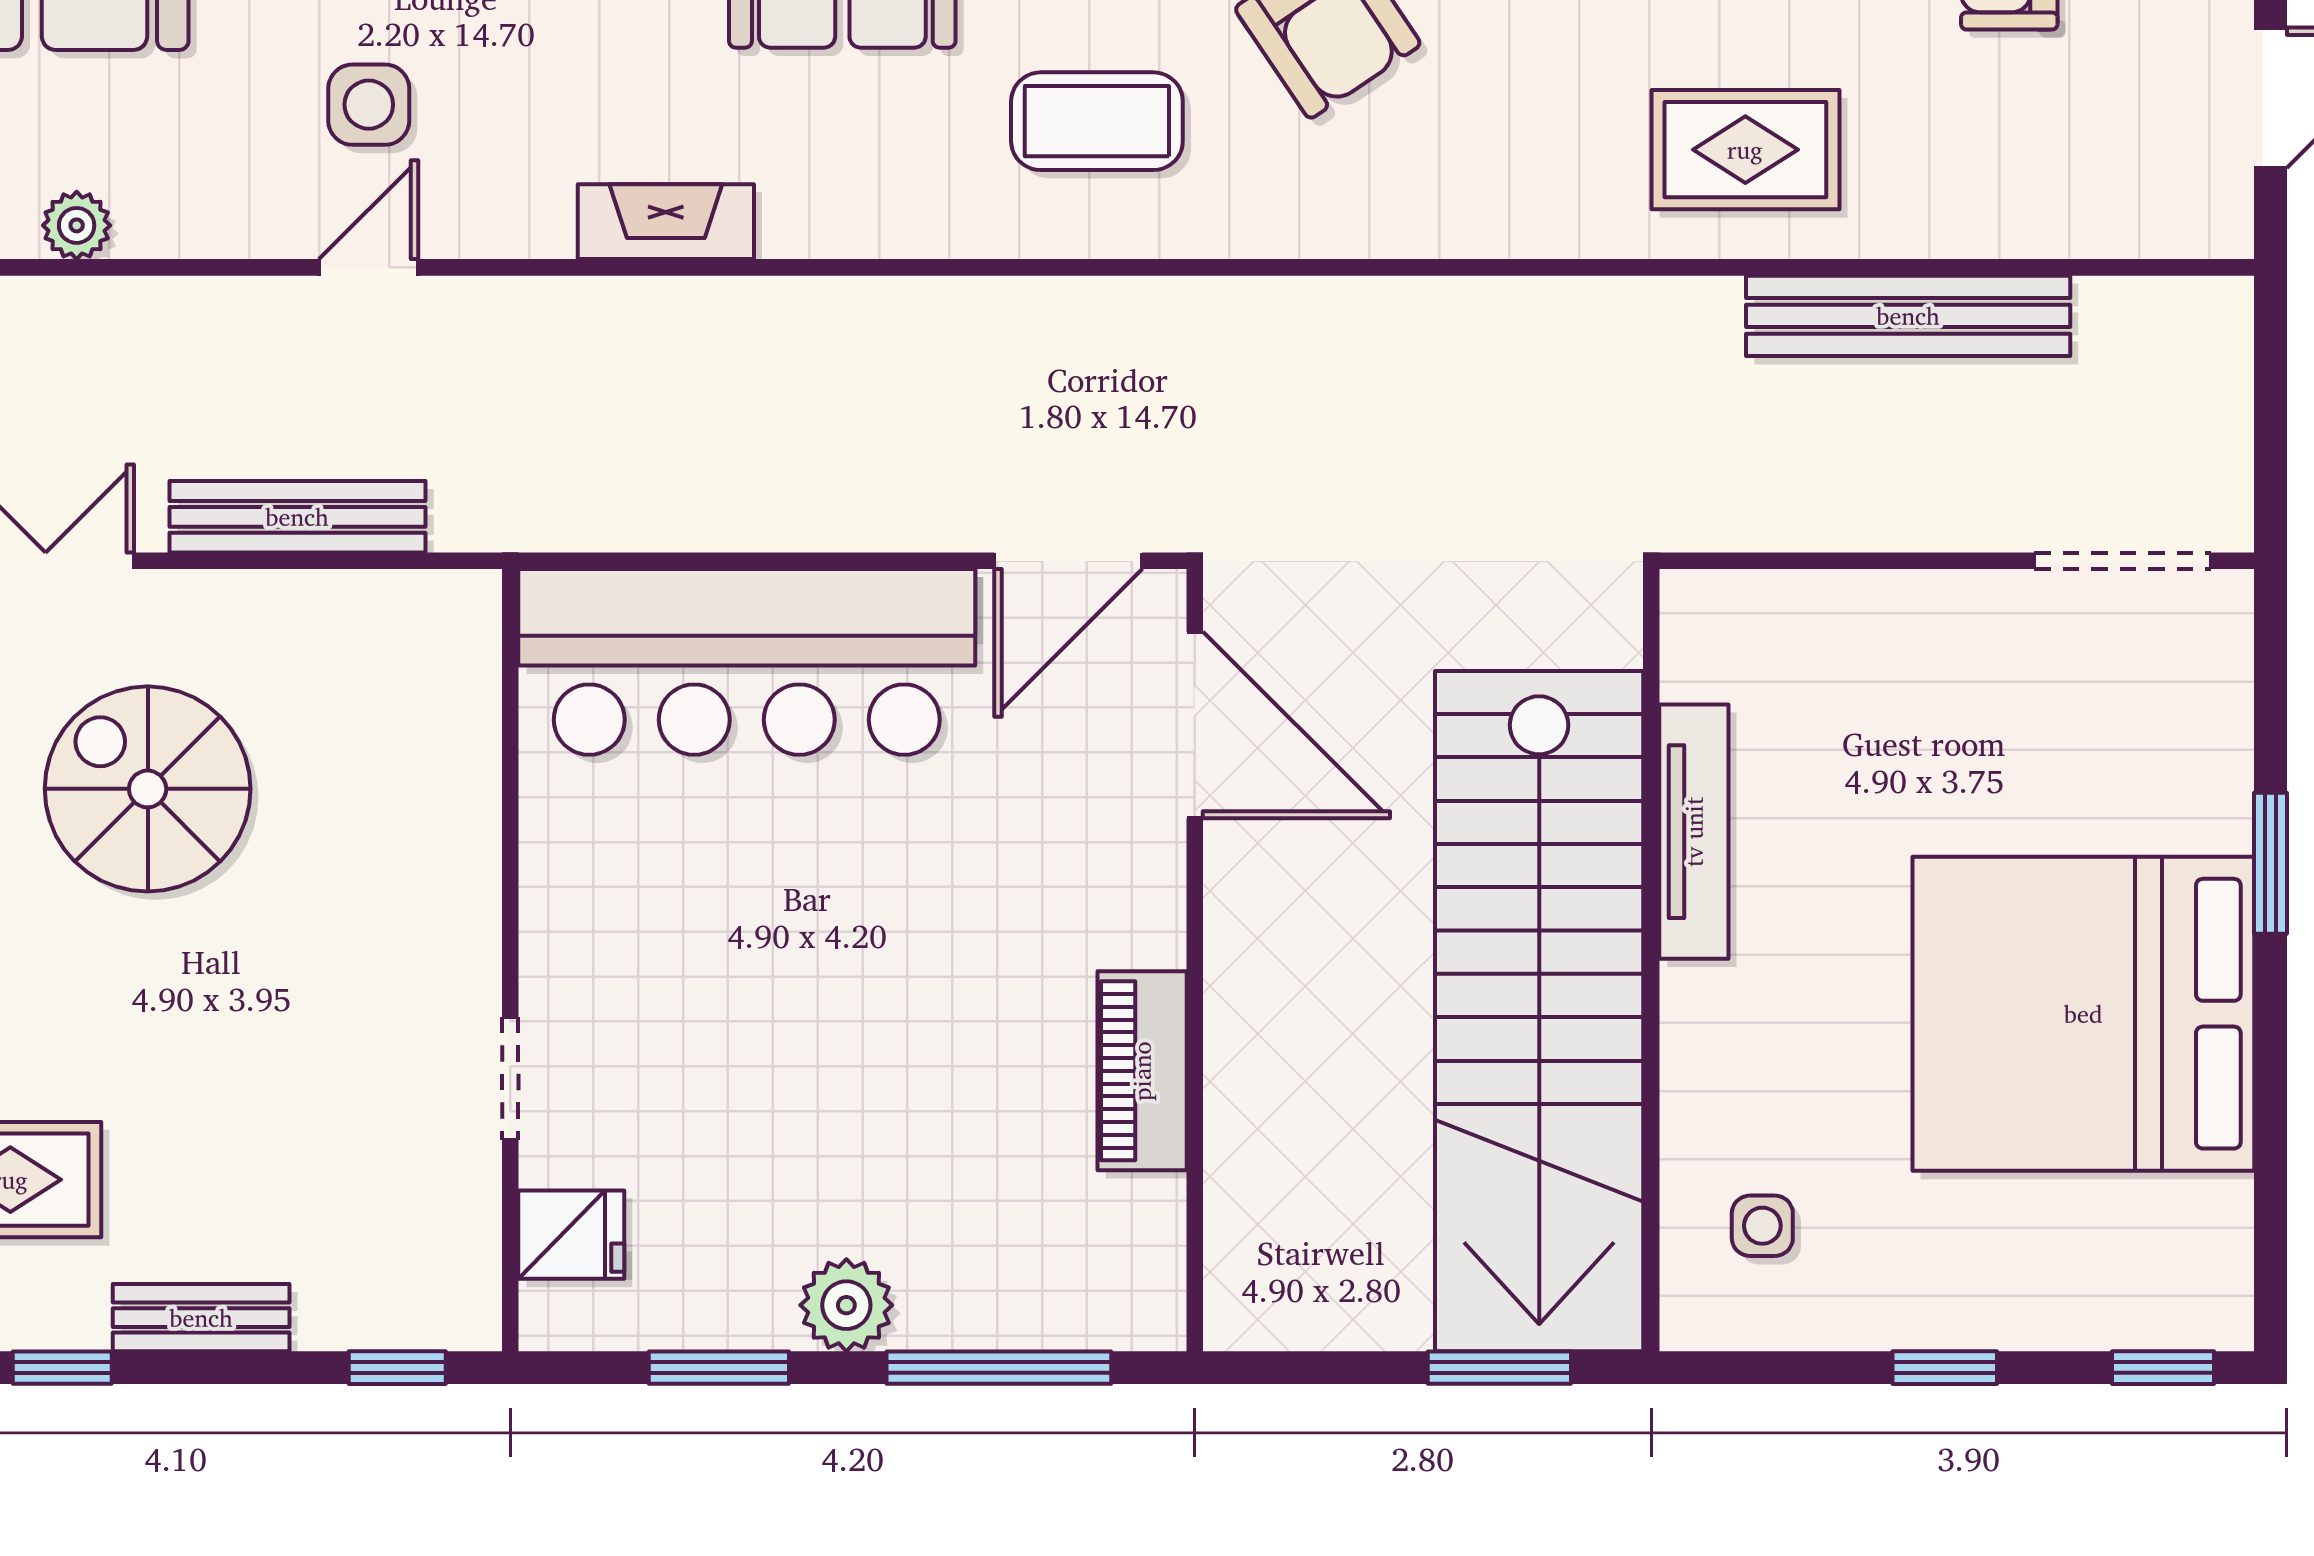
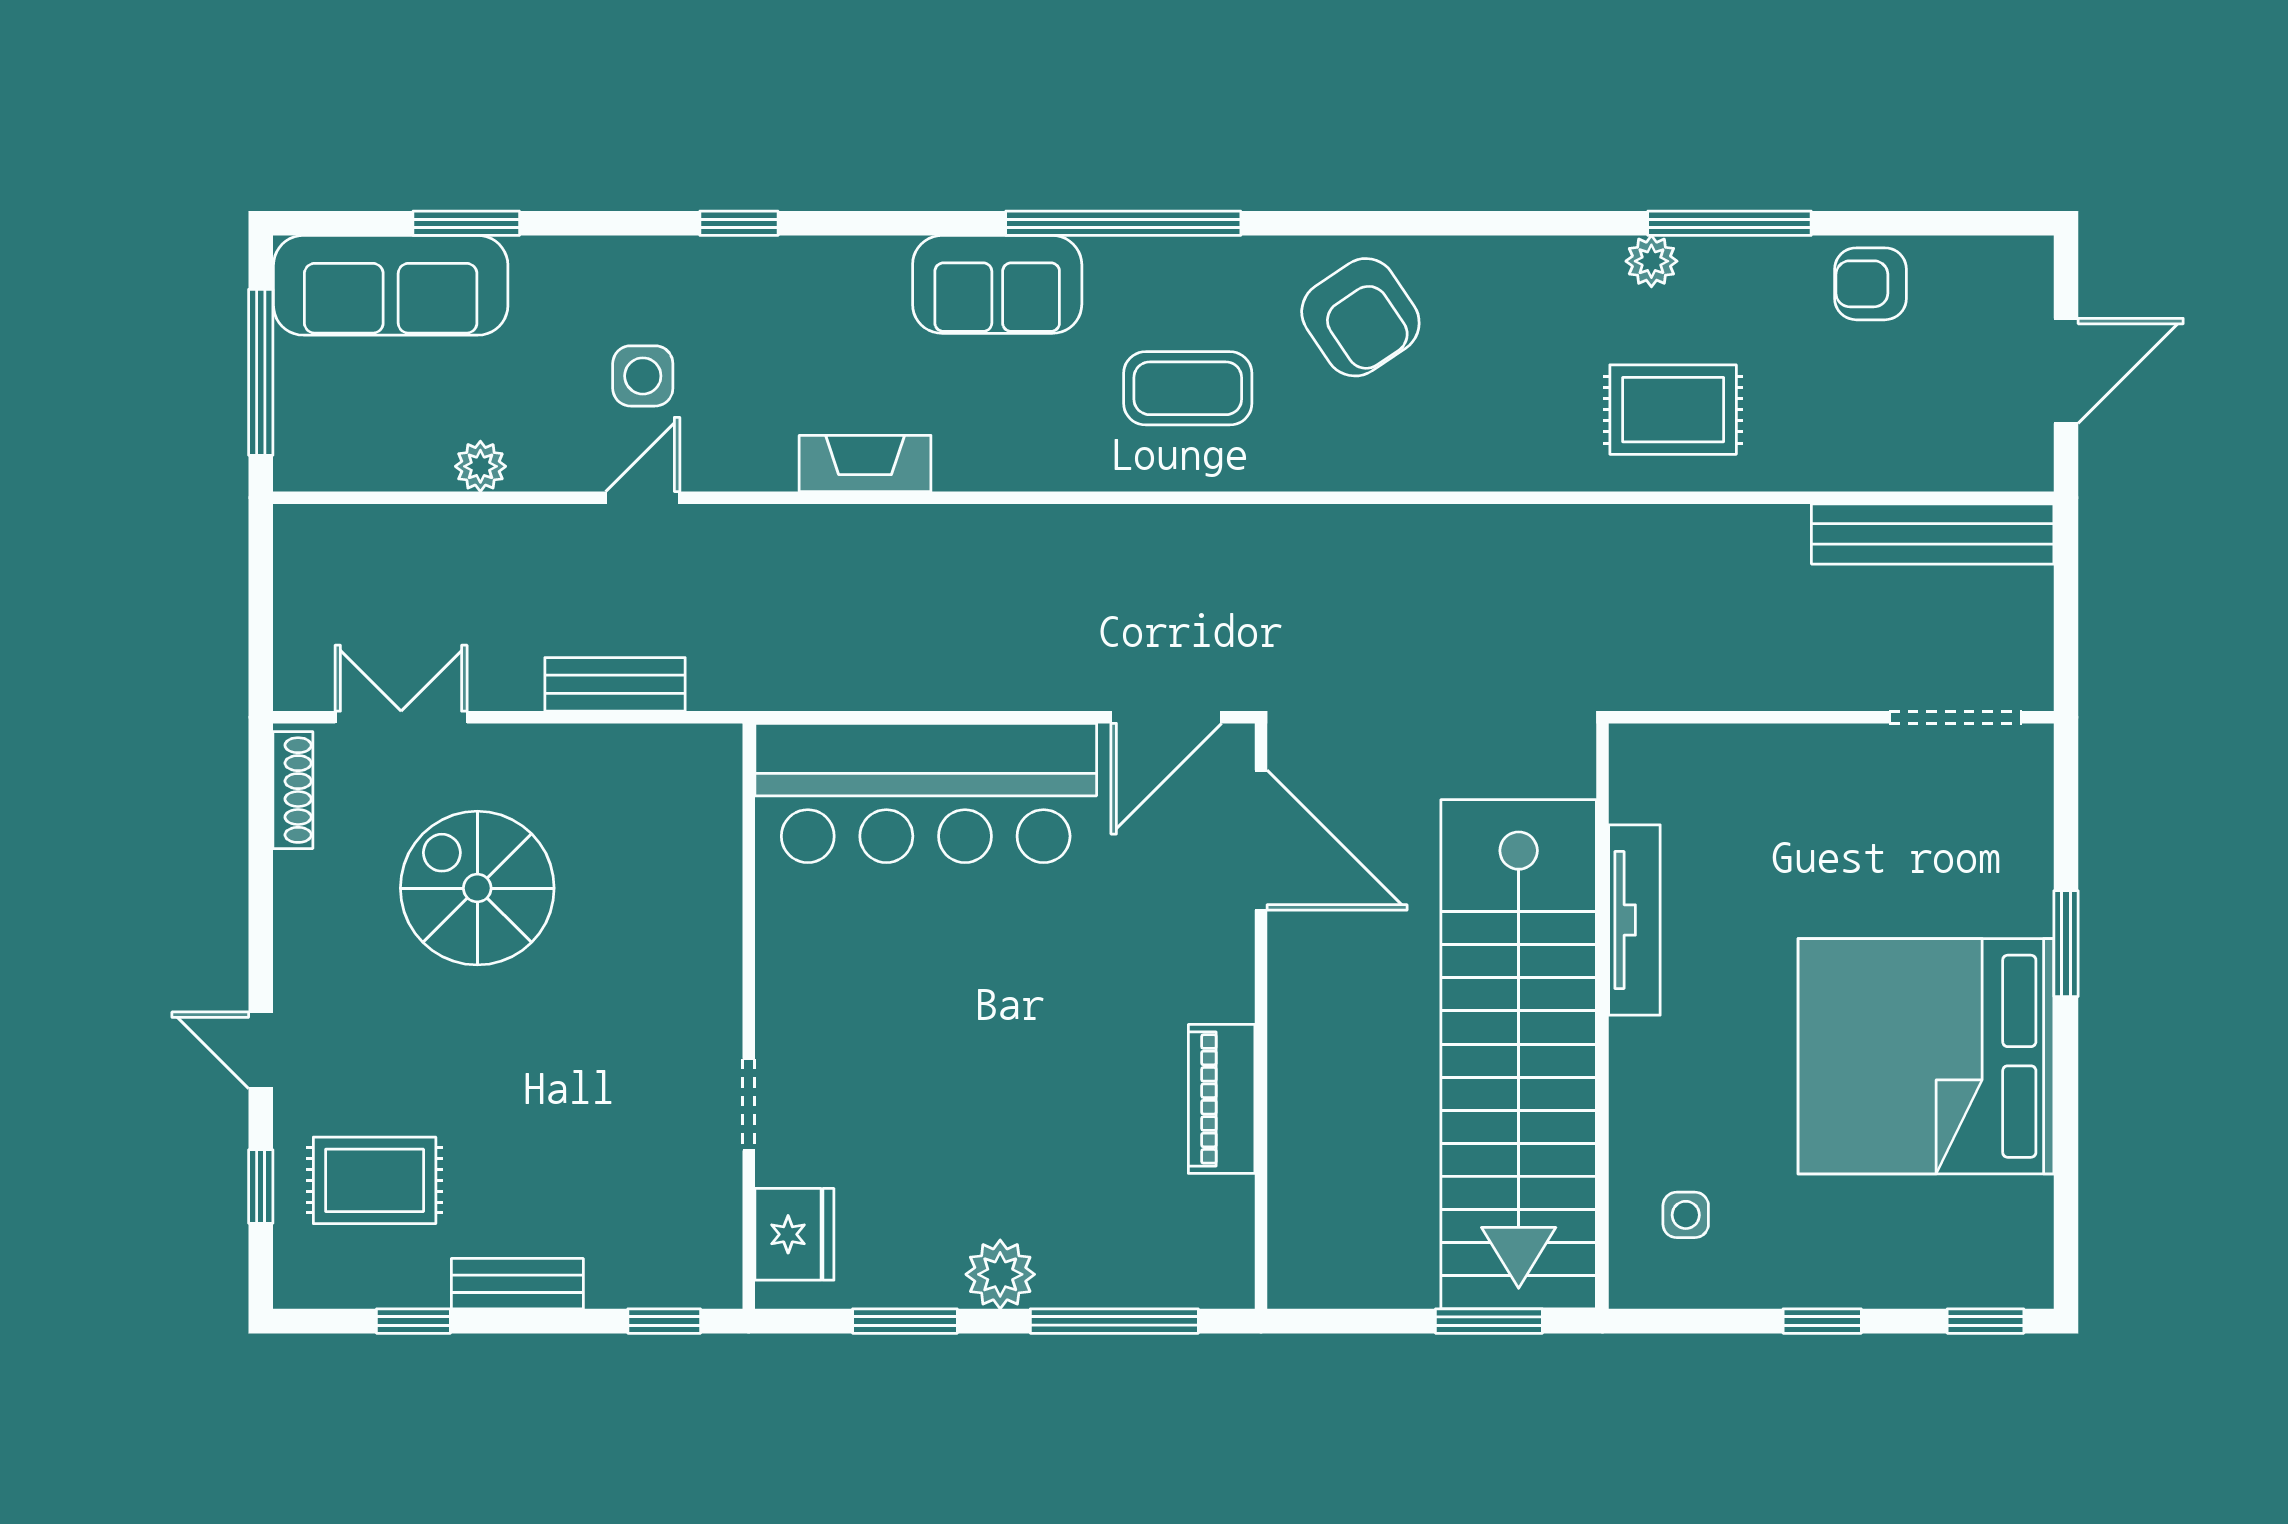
plant: (77, 225) -> (480, 466), moved
bench: (1908, 316) -> (1933, 534), moved
bench: (297, 517) -> (615, 684), width x0.73
fridge: (571, 1235) -> (794, 1234), width x1.38

